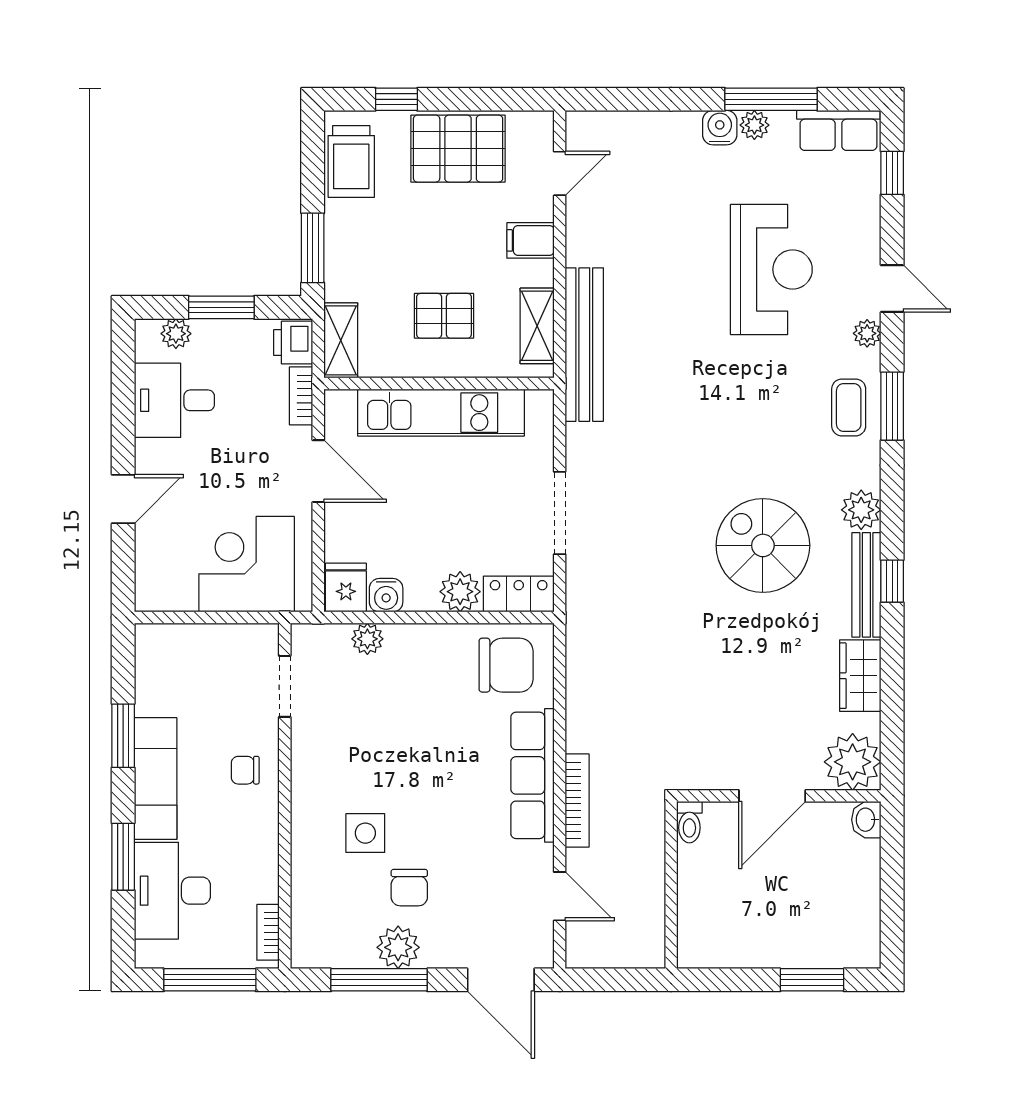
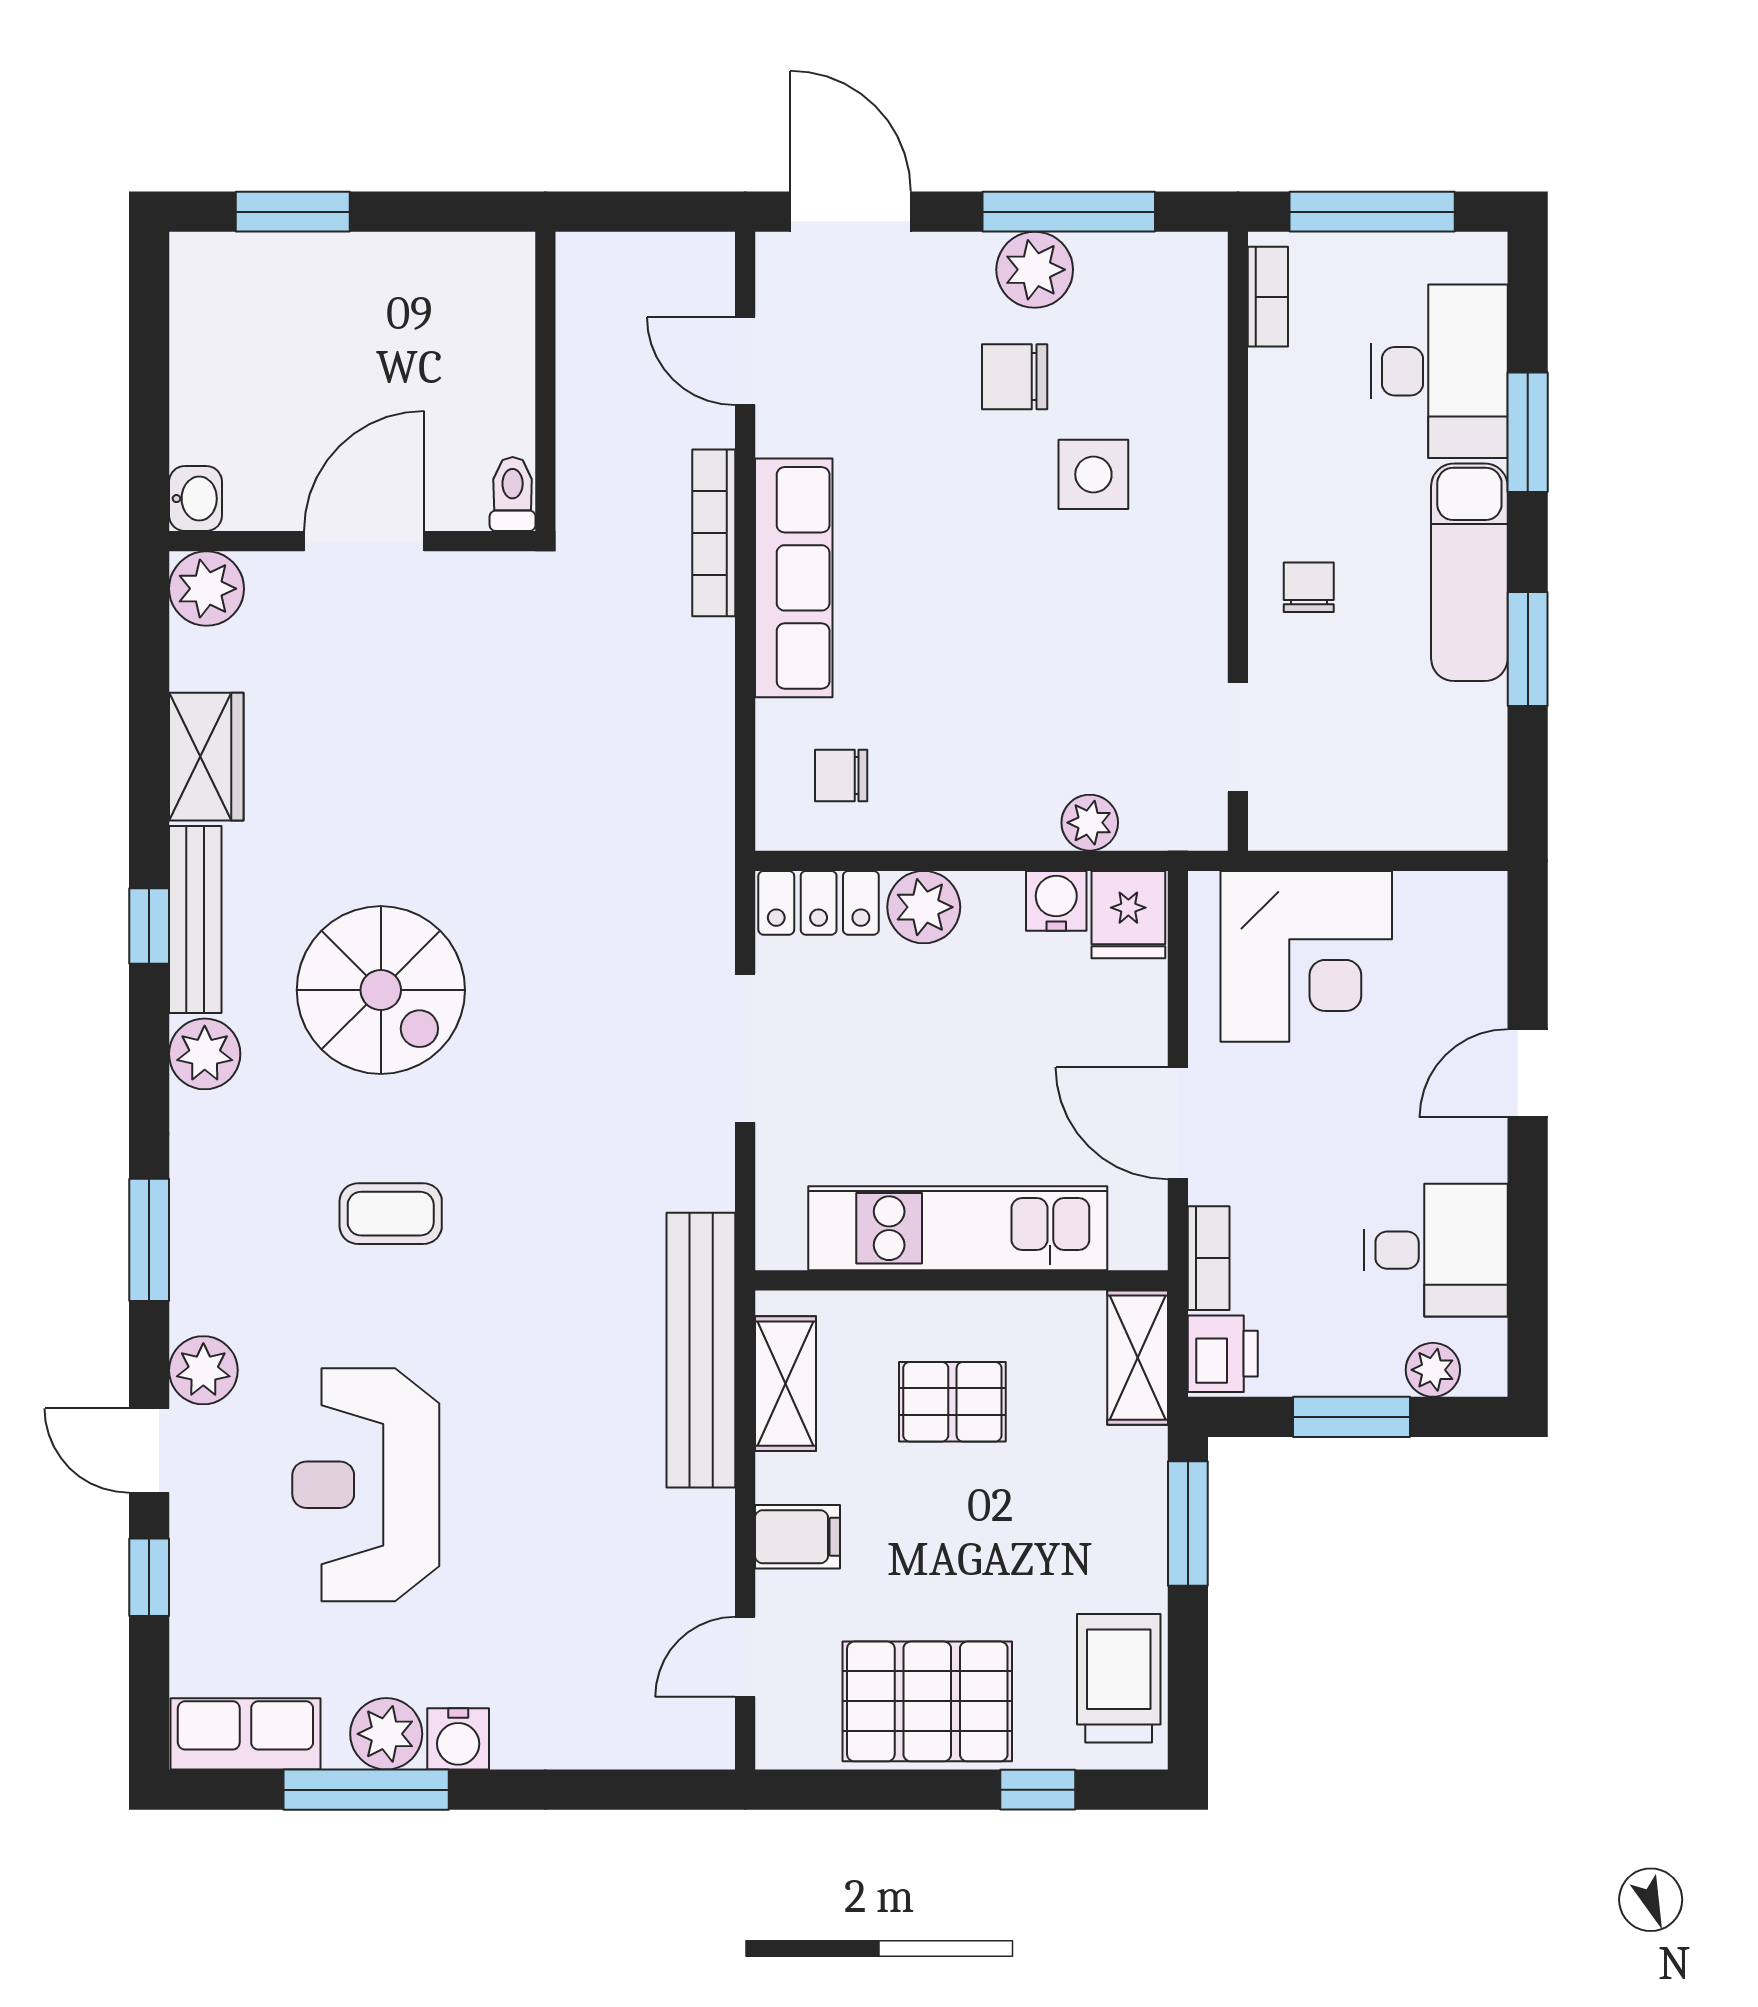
plant: (754, 125) -> (386, 1734), width x1.38, depth x1.38
window: (892, 173) -> (149, 1577), moved
plant: (867, 333) -> (203, 1370), width x1.38, depth x1.38
coffee table: (849, 407) -> (391, 1214), moved, turned 90
chair: (506, 665) -> (841, 776), width x0.54, depth x0.54
plant: (853, 762) -> (206, 589), width x0.73, depth x0.73
chair: (245, 770) -> (1309, 587), turned -90
chair: (409, 888) -> (1015, 377), turned -90

